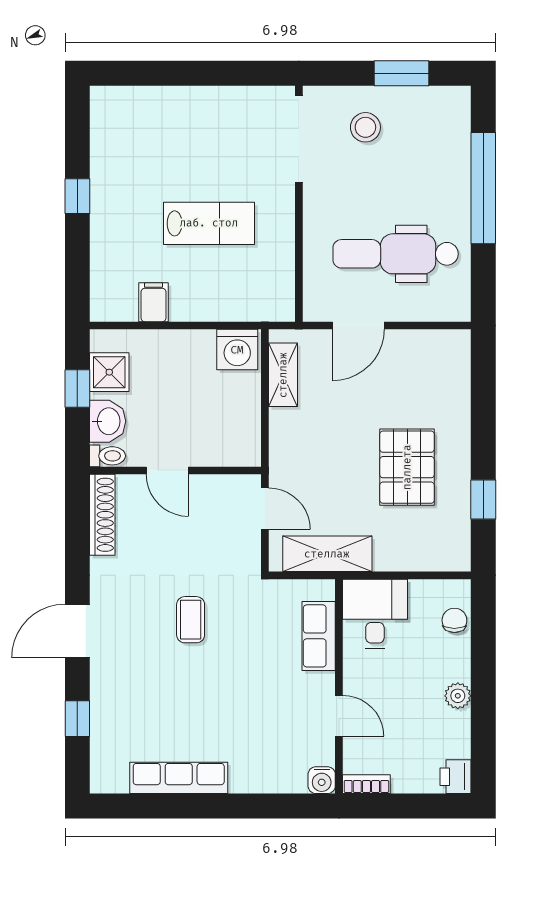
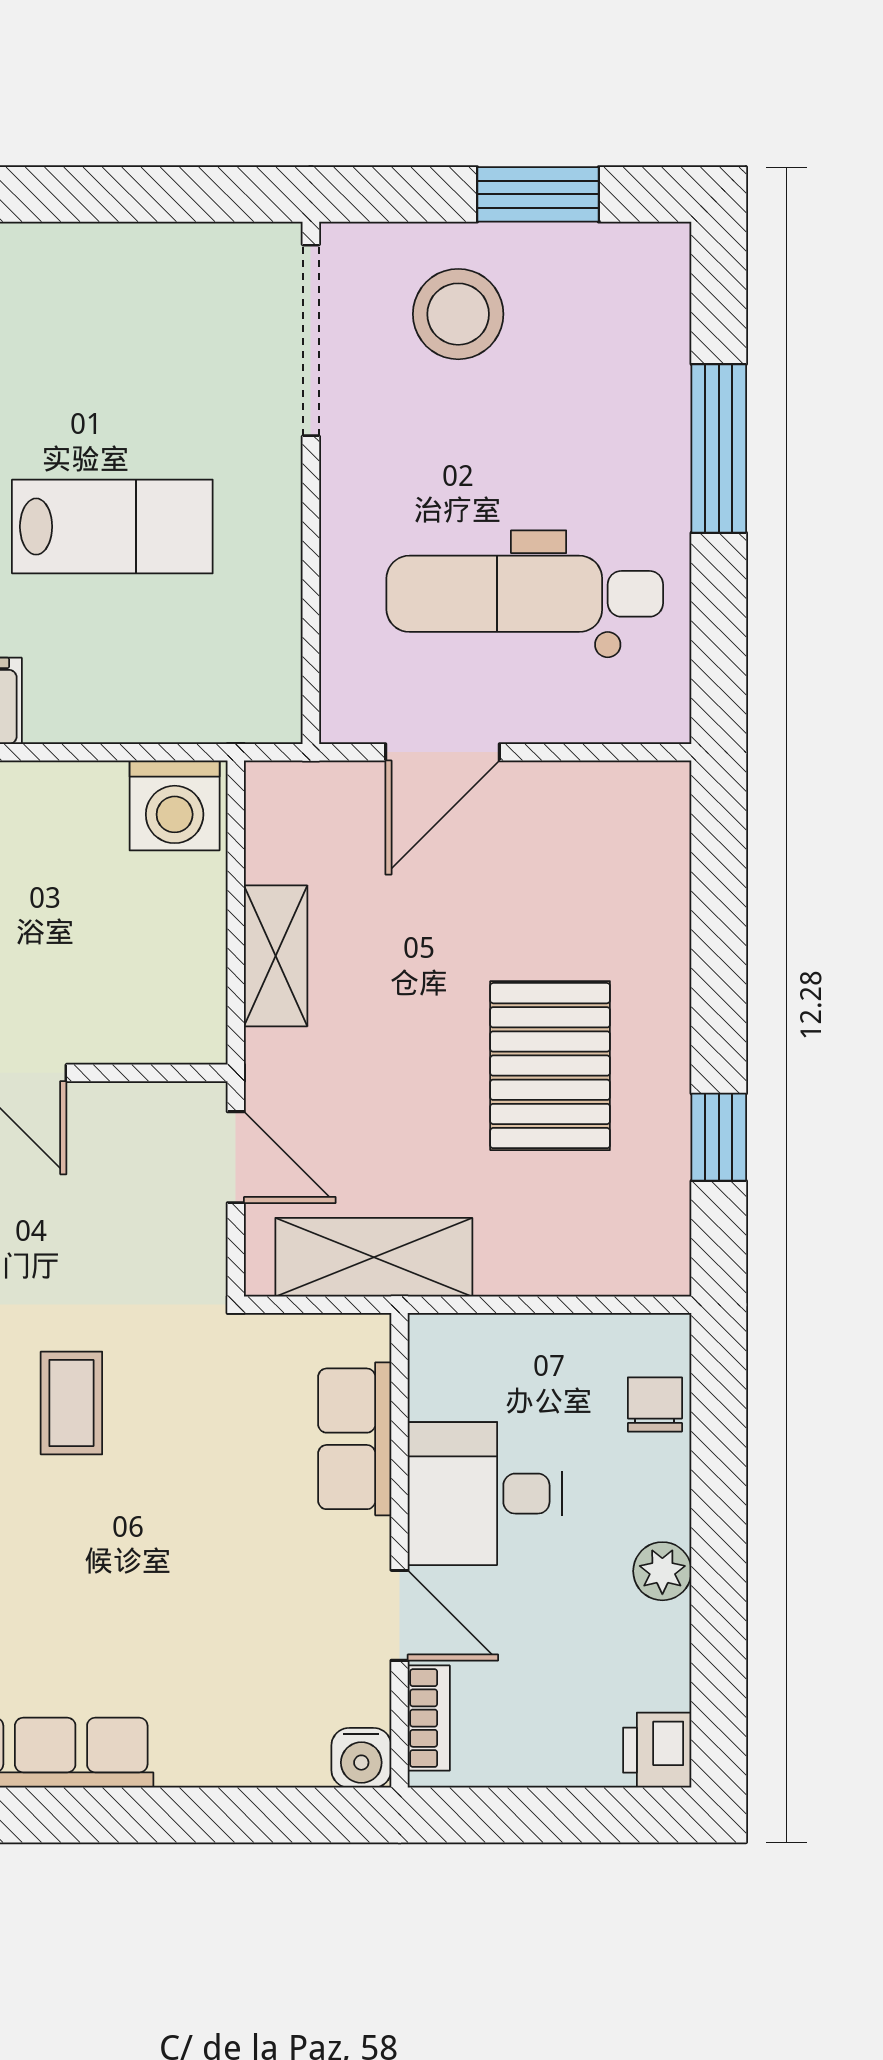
stool: (365, 127) -> (458, 314), width x1.38, depth x1.38
window: (483, 188) -> (719, 448), width x0.68
shelving: (283, 375) -> (276, 956), moved
desk: (375, 614) -> (485, 1494), moved, turned -90
bookcase: (366, 784) -> (429, 1718), moved, turned 90

